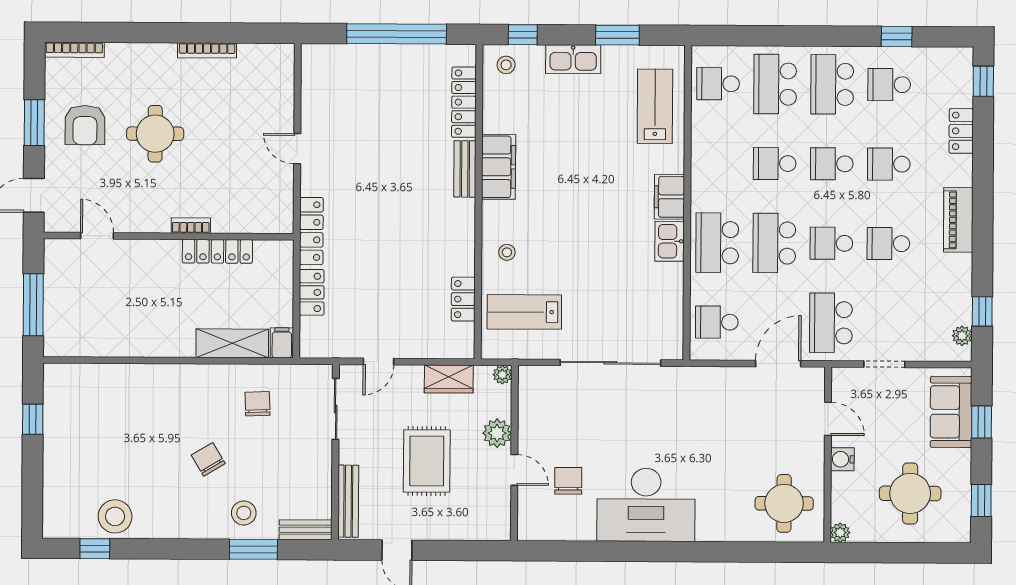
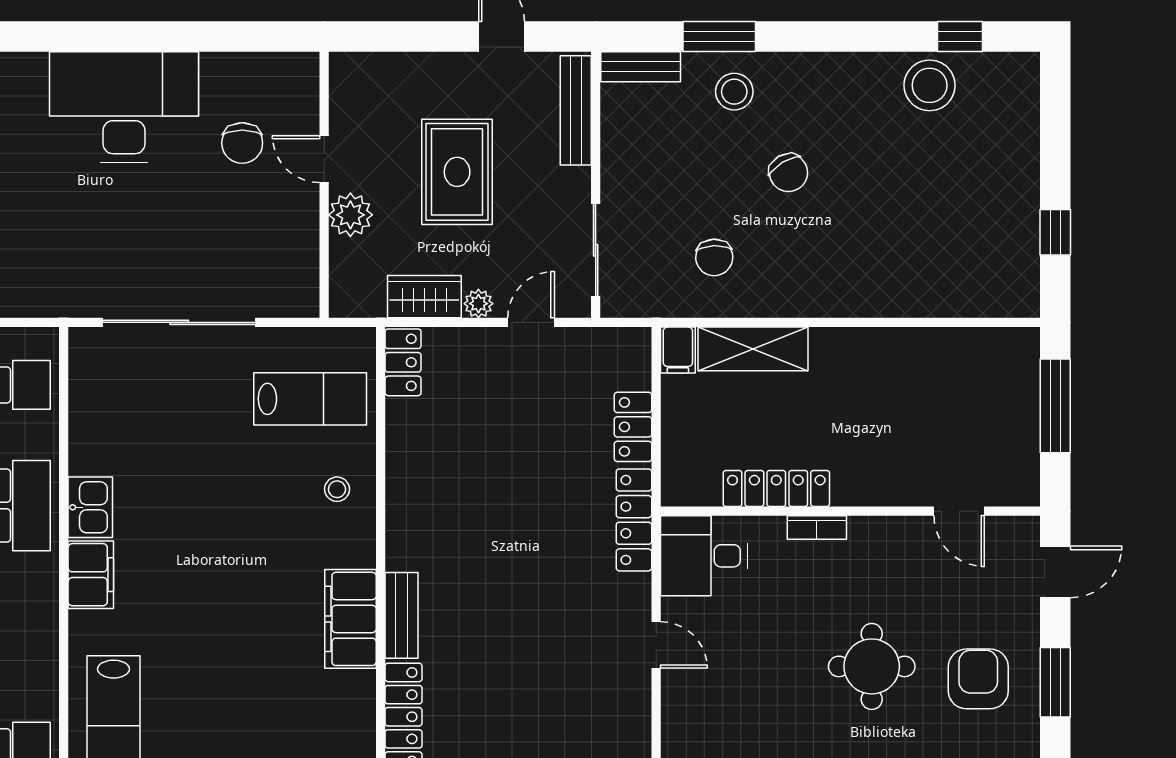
desk: (265, 207) -> (704, 556), added
locker: (463, 299) -> (403, 362), moved
plant: (502, 375) -> (478, 304), moved

